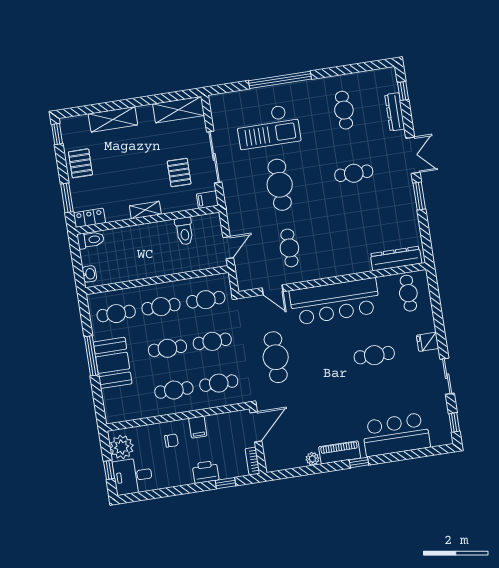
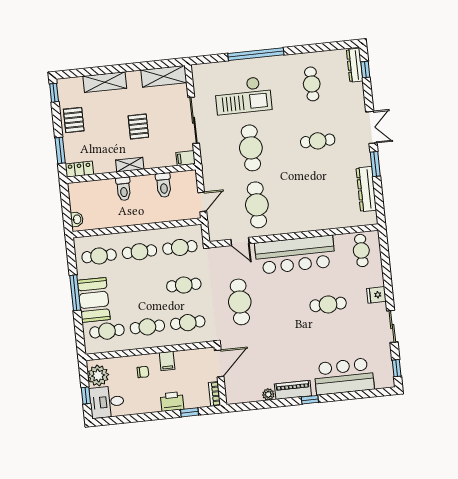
dresser: (395, 112) -> (355, 65), moved
pallet: (179, 172) -> (138, 126), moved
toilet: (91, 240) -> (124, 189), moved, turned 90
cafe table: (289, 248) -> (257, 205), width x1.37, depth x1.35
dresser: (396, 259) -> (366, 189), moved, turned -90
cafe table: (167, 348) -> (107, 331), moved

